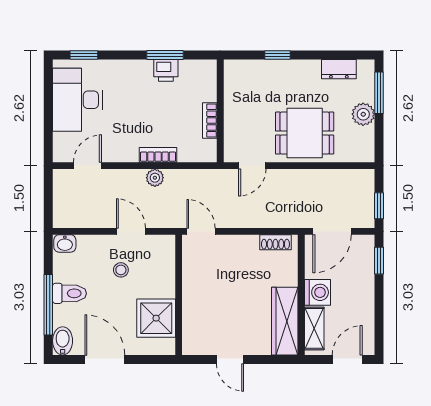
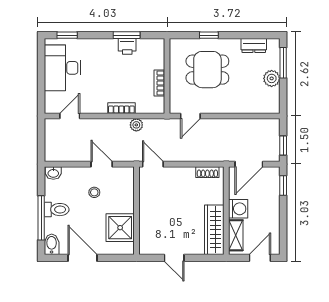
dining table: (305, 133) -> (207, 70), moved
plant: (155, 178) -> (136, 125), moved

